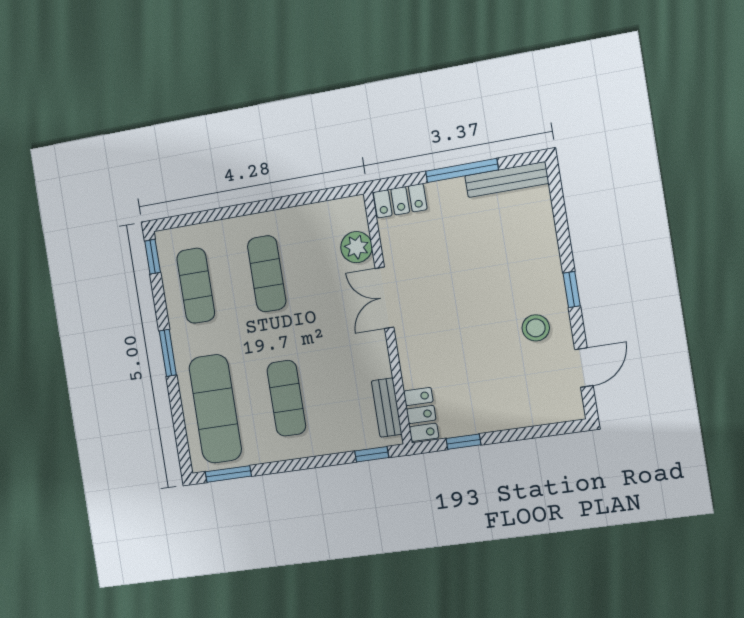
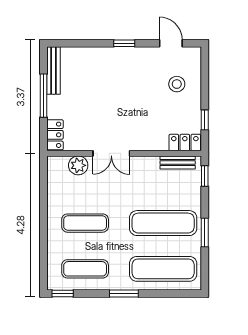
stool: (536, 328) -> (177, 84), moved
exercise mat: (286, 398) -> (163, 223), width x1.36, depth x1.45
window: (228, 474) -> (205, 232), moved

